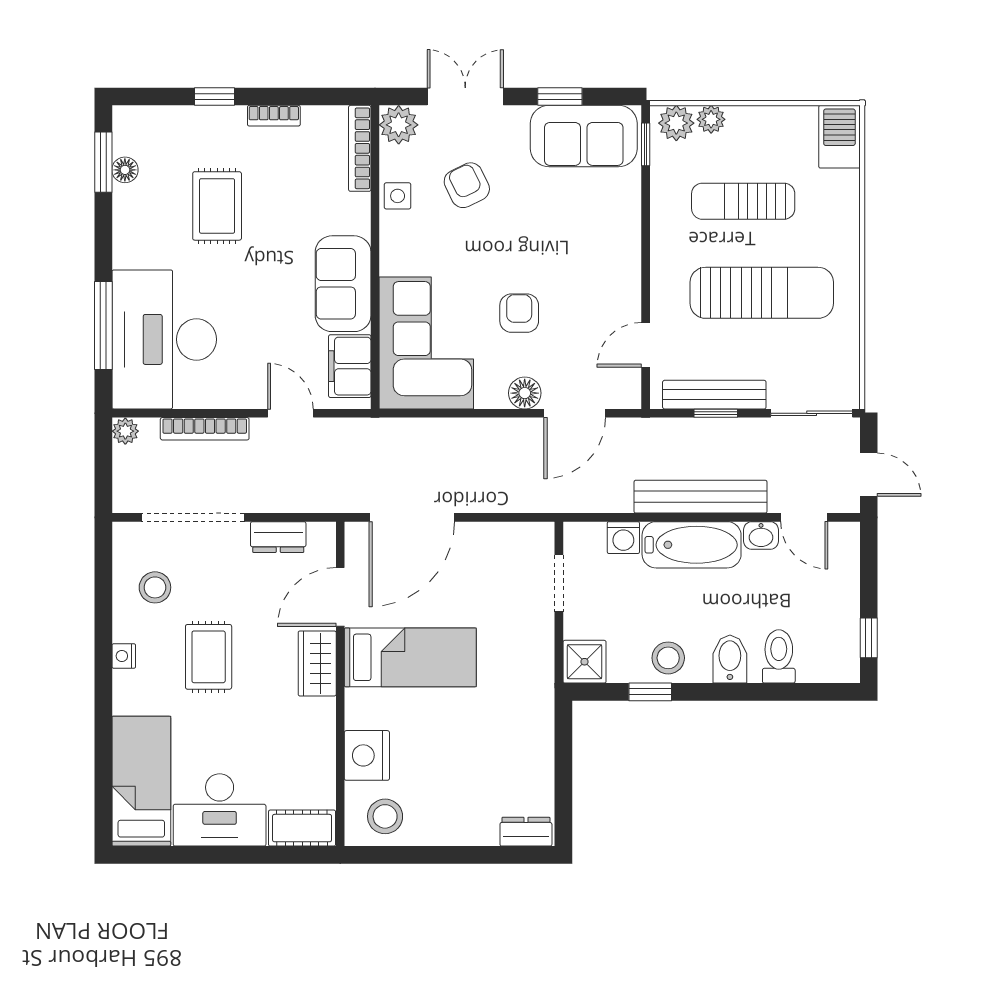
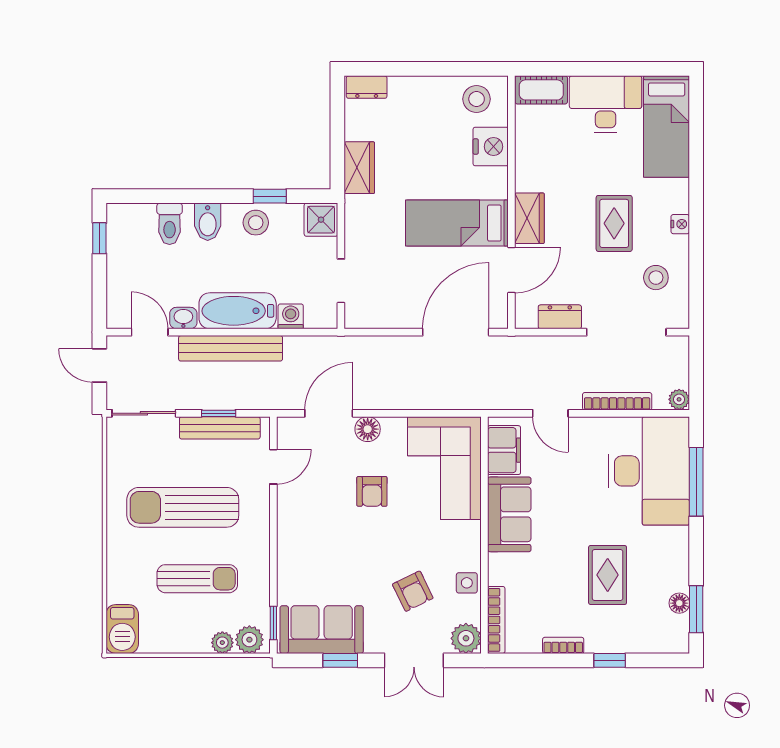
wardrobe: (535, 728) -> (359, 168), added

